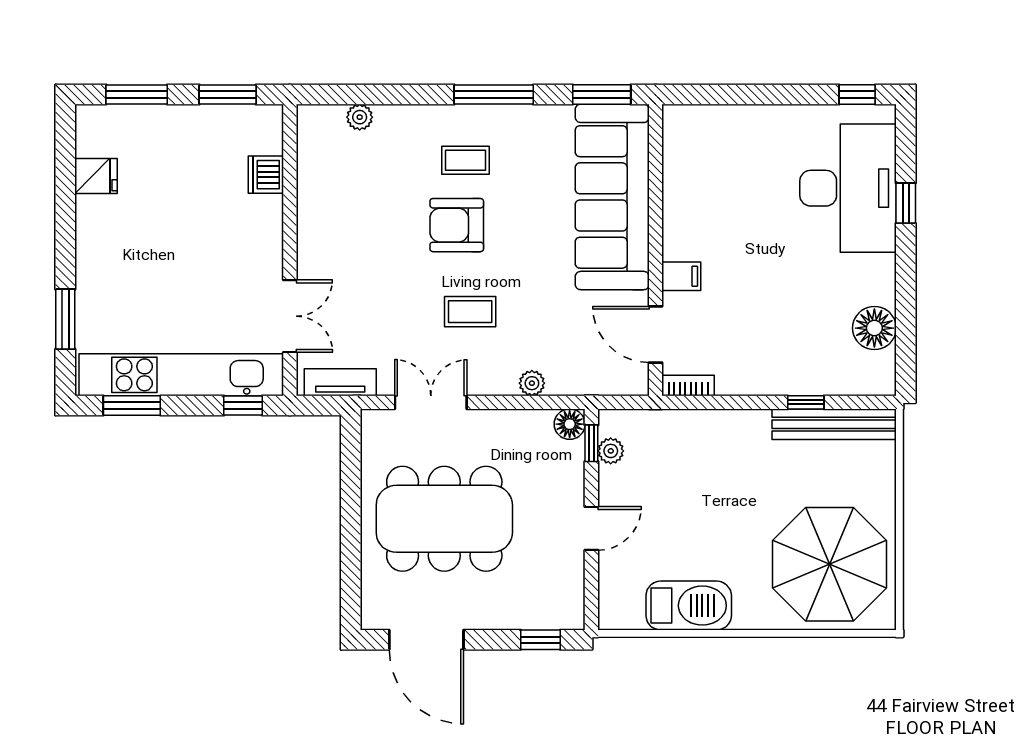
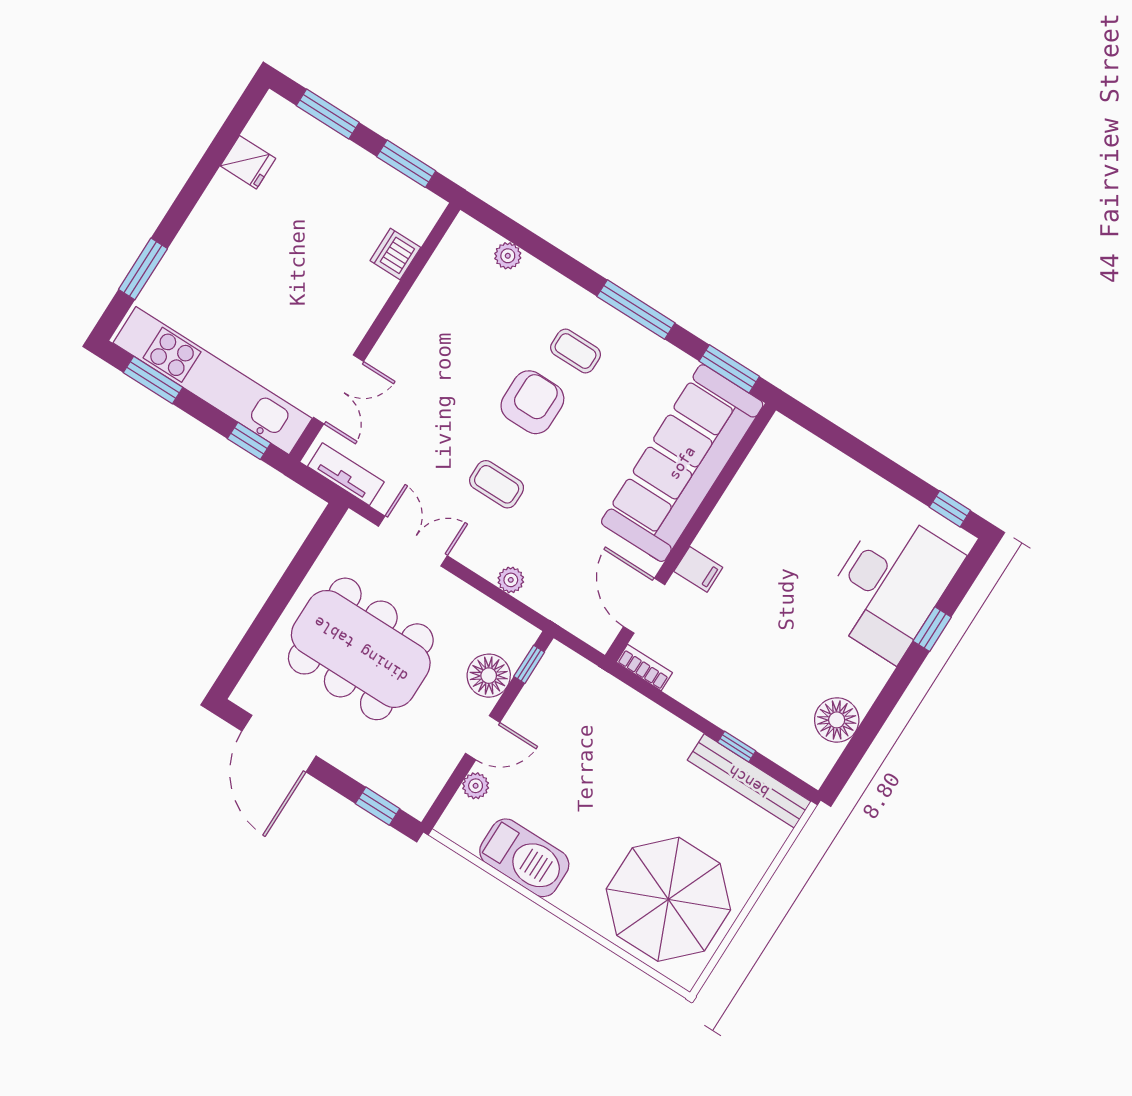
armchair: (457, 225) -> (532, 402), turned 90
floor lamp: (570, 424) -> (489, 676), moved, width x1.38, depth x1.38
plant: (611, 451) -> (476, 786), moved

